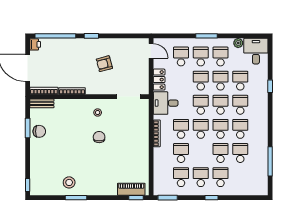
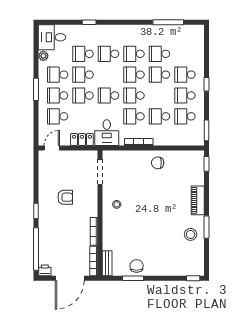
armchair: (104, 64) -> (65, 197), turned -75
school desk: (221, 105) -> (109, 75), removed
chair: (99, 137) -> (158, 163), moved
piano: (131, 189) -> (198, 200), moved

